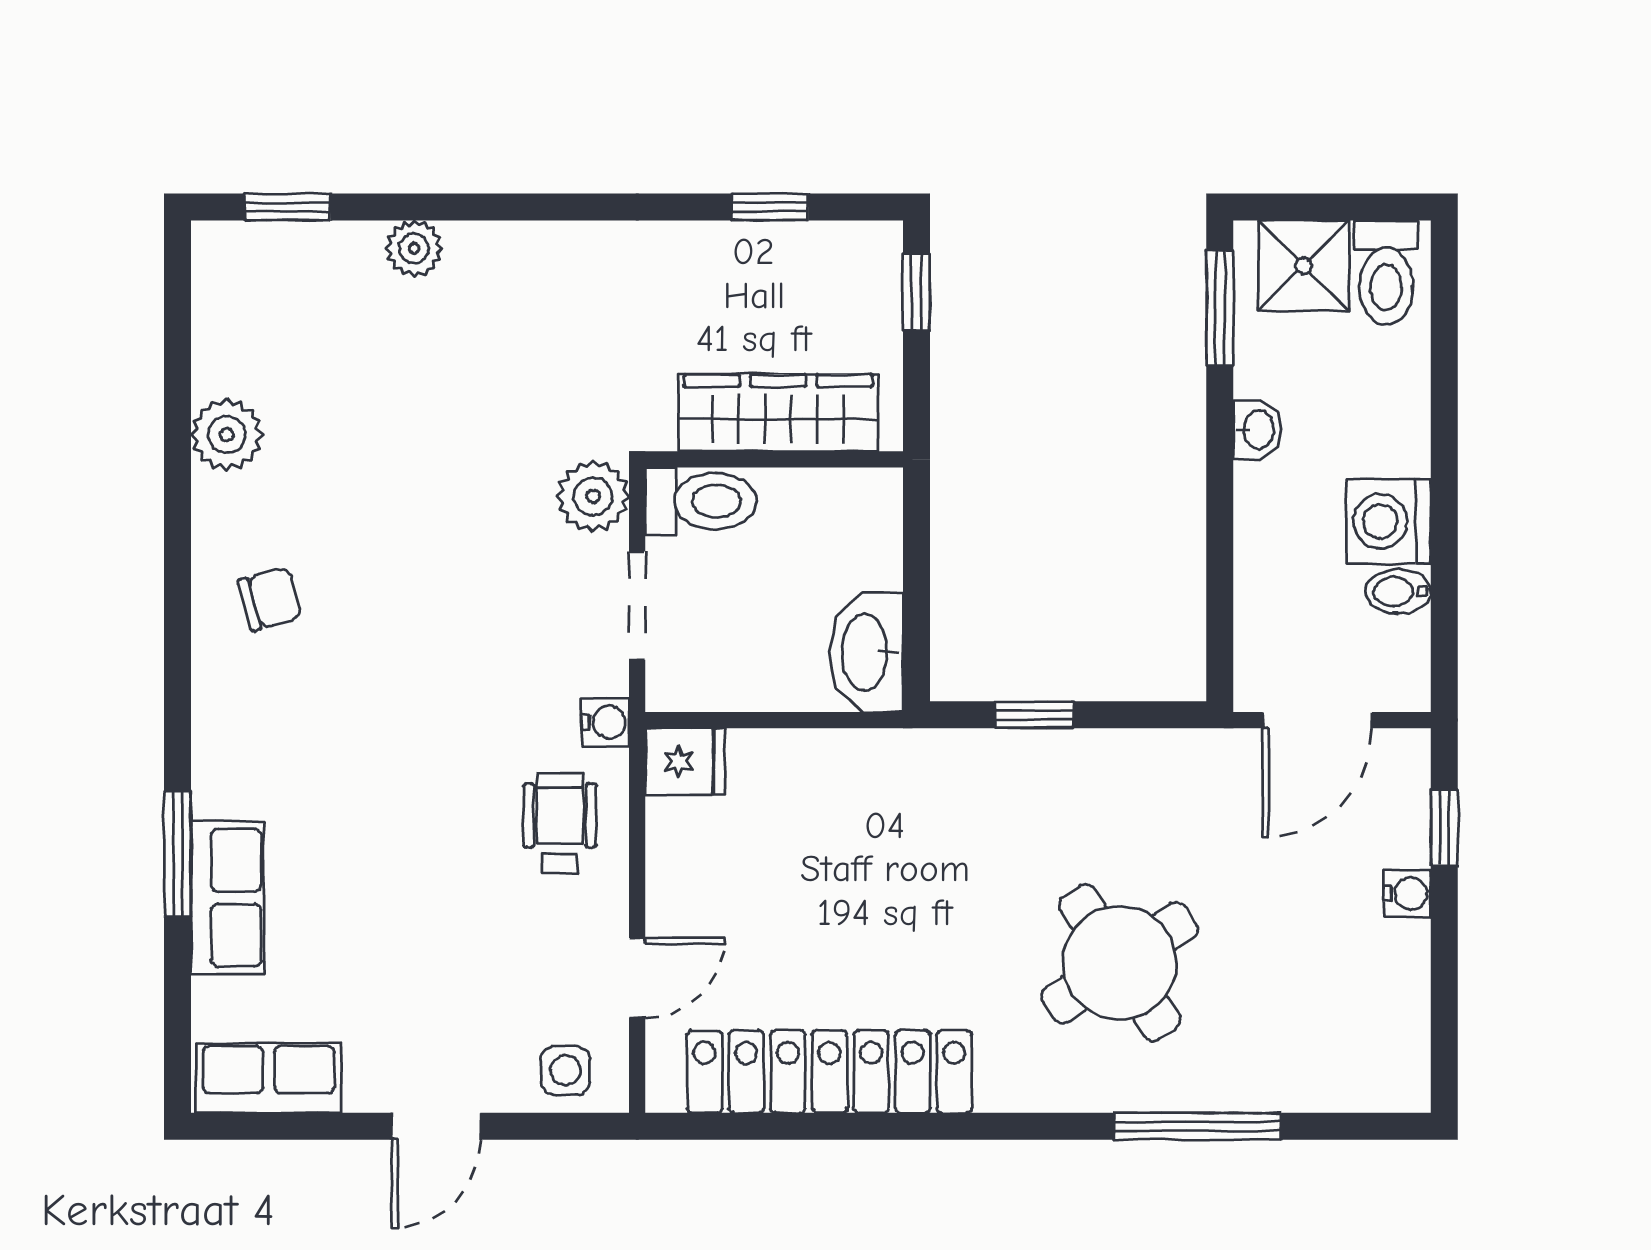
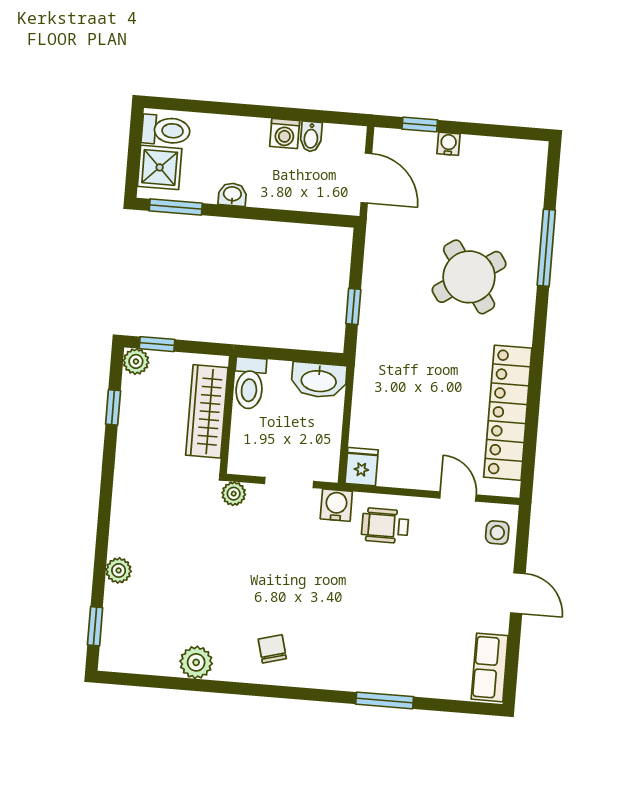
plant: (875, 249) -> (136, 361), added
plant: (593, 496) -> (234, 494), width x0.73, depth x0.73
toilet: (701, 501) -> (250, 383), moved, turned 180
washing machine: (1389, 522) -> (285, 134), width x0.73, depth x0.73
water cooler: (605, 722) -> (336, 505), width x1.38, depth x1.38
row of seats: (227, 898) -> (406, 679), removed

